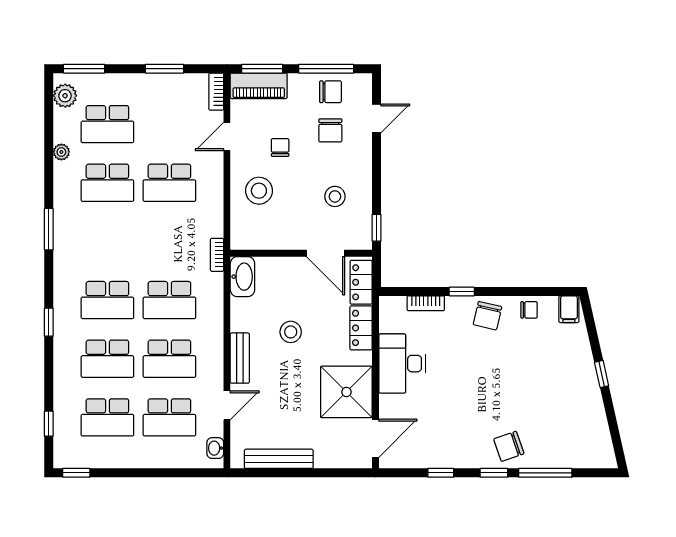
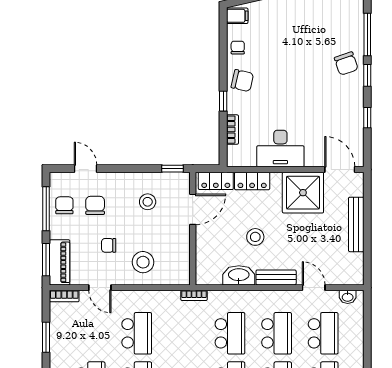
chair: (330, 130) -> (95, 205), turned -90
washbasin: (242, 277) -> (239, 275), moved
bench: (279, 459) -> (356, 224), moved

